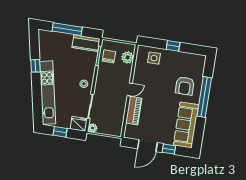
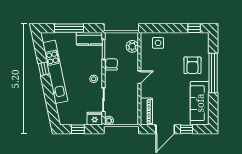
window: (173, 46) -> (194, 28), moved
chair: (109, 56) -> (112, 64), moved
kitchen unit: (48, 93) -> (55, 72), moved
piano: (134, 111) -> (146, 112), moved

